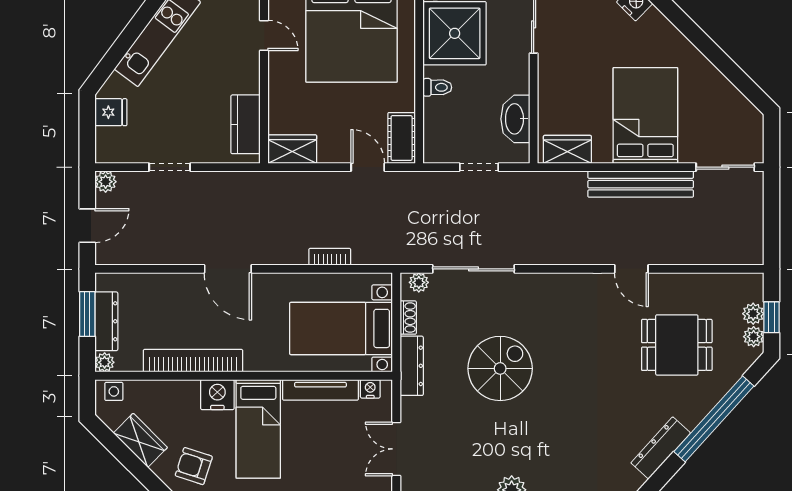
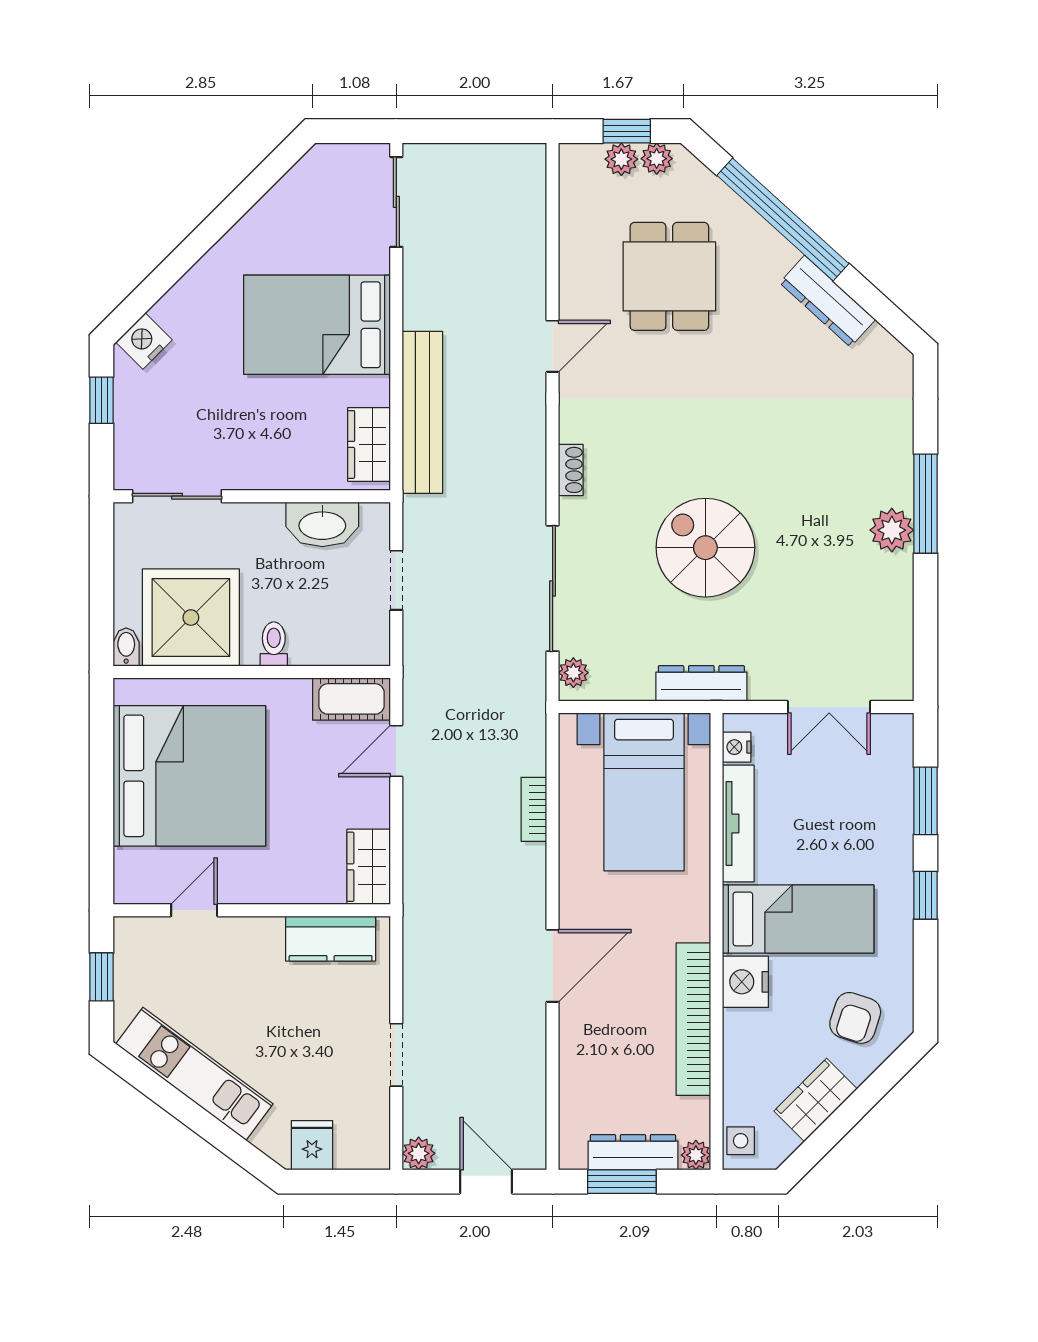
bench: (641, 184) -> (422, 412), moved
shoe rack: (408, 318) -> (571, 470), moved, turned 90

